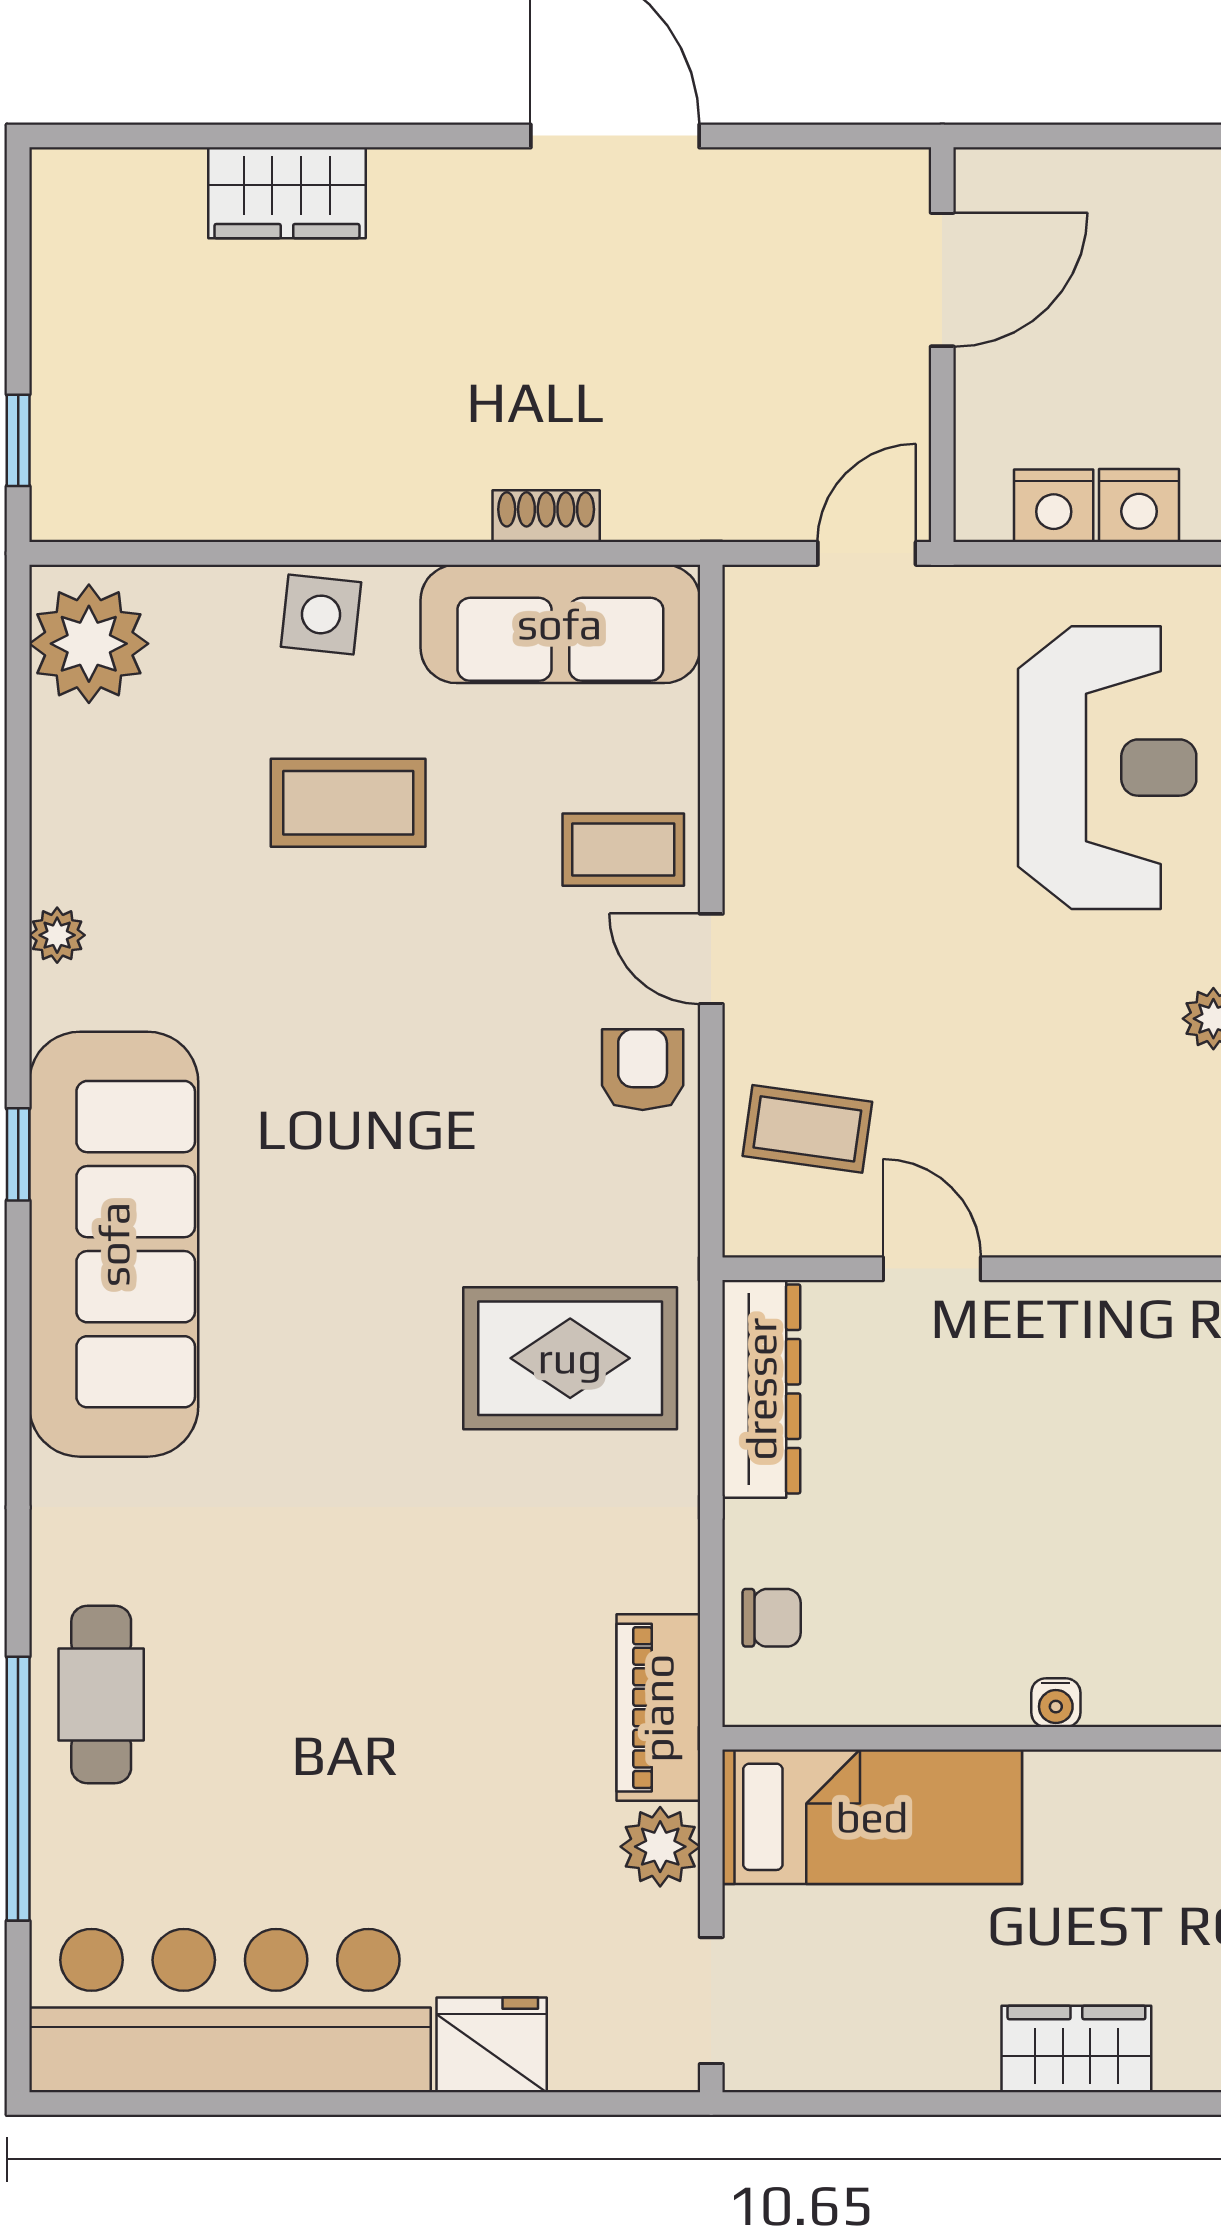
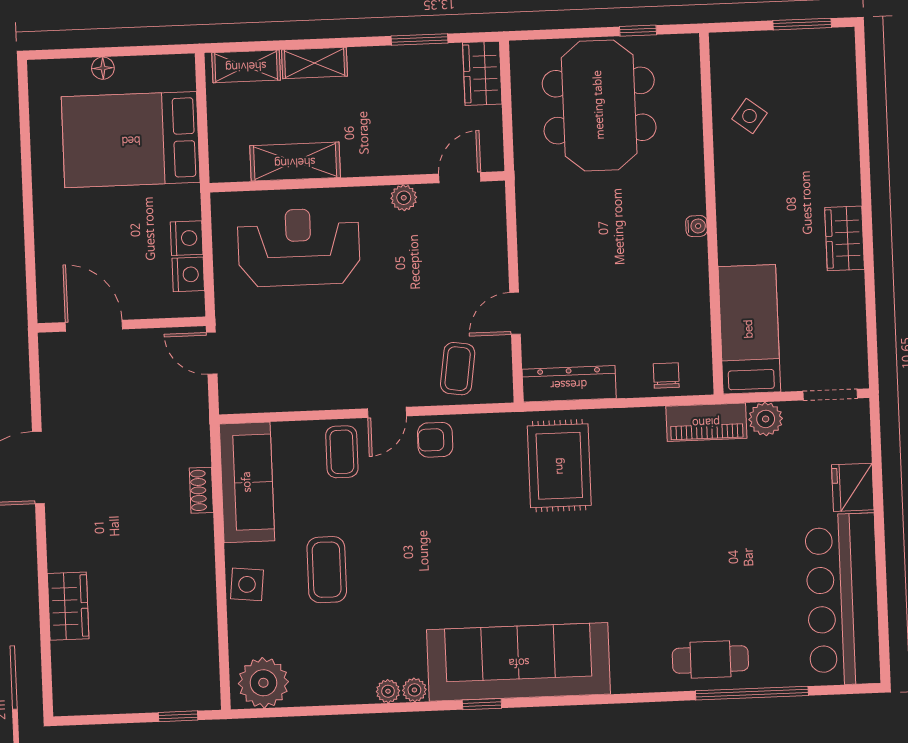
plant: (58, 997) -> (414, 690), added
water cooler: (1056, 1703) -> (696, 226), moved

